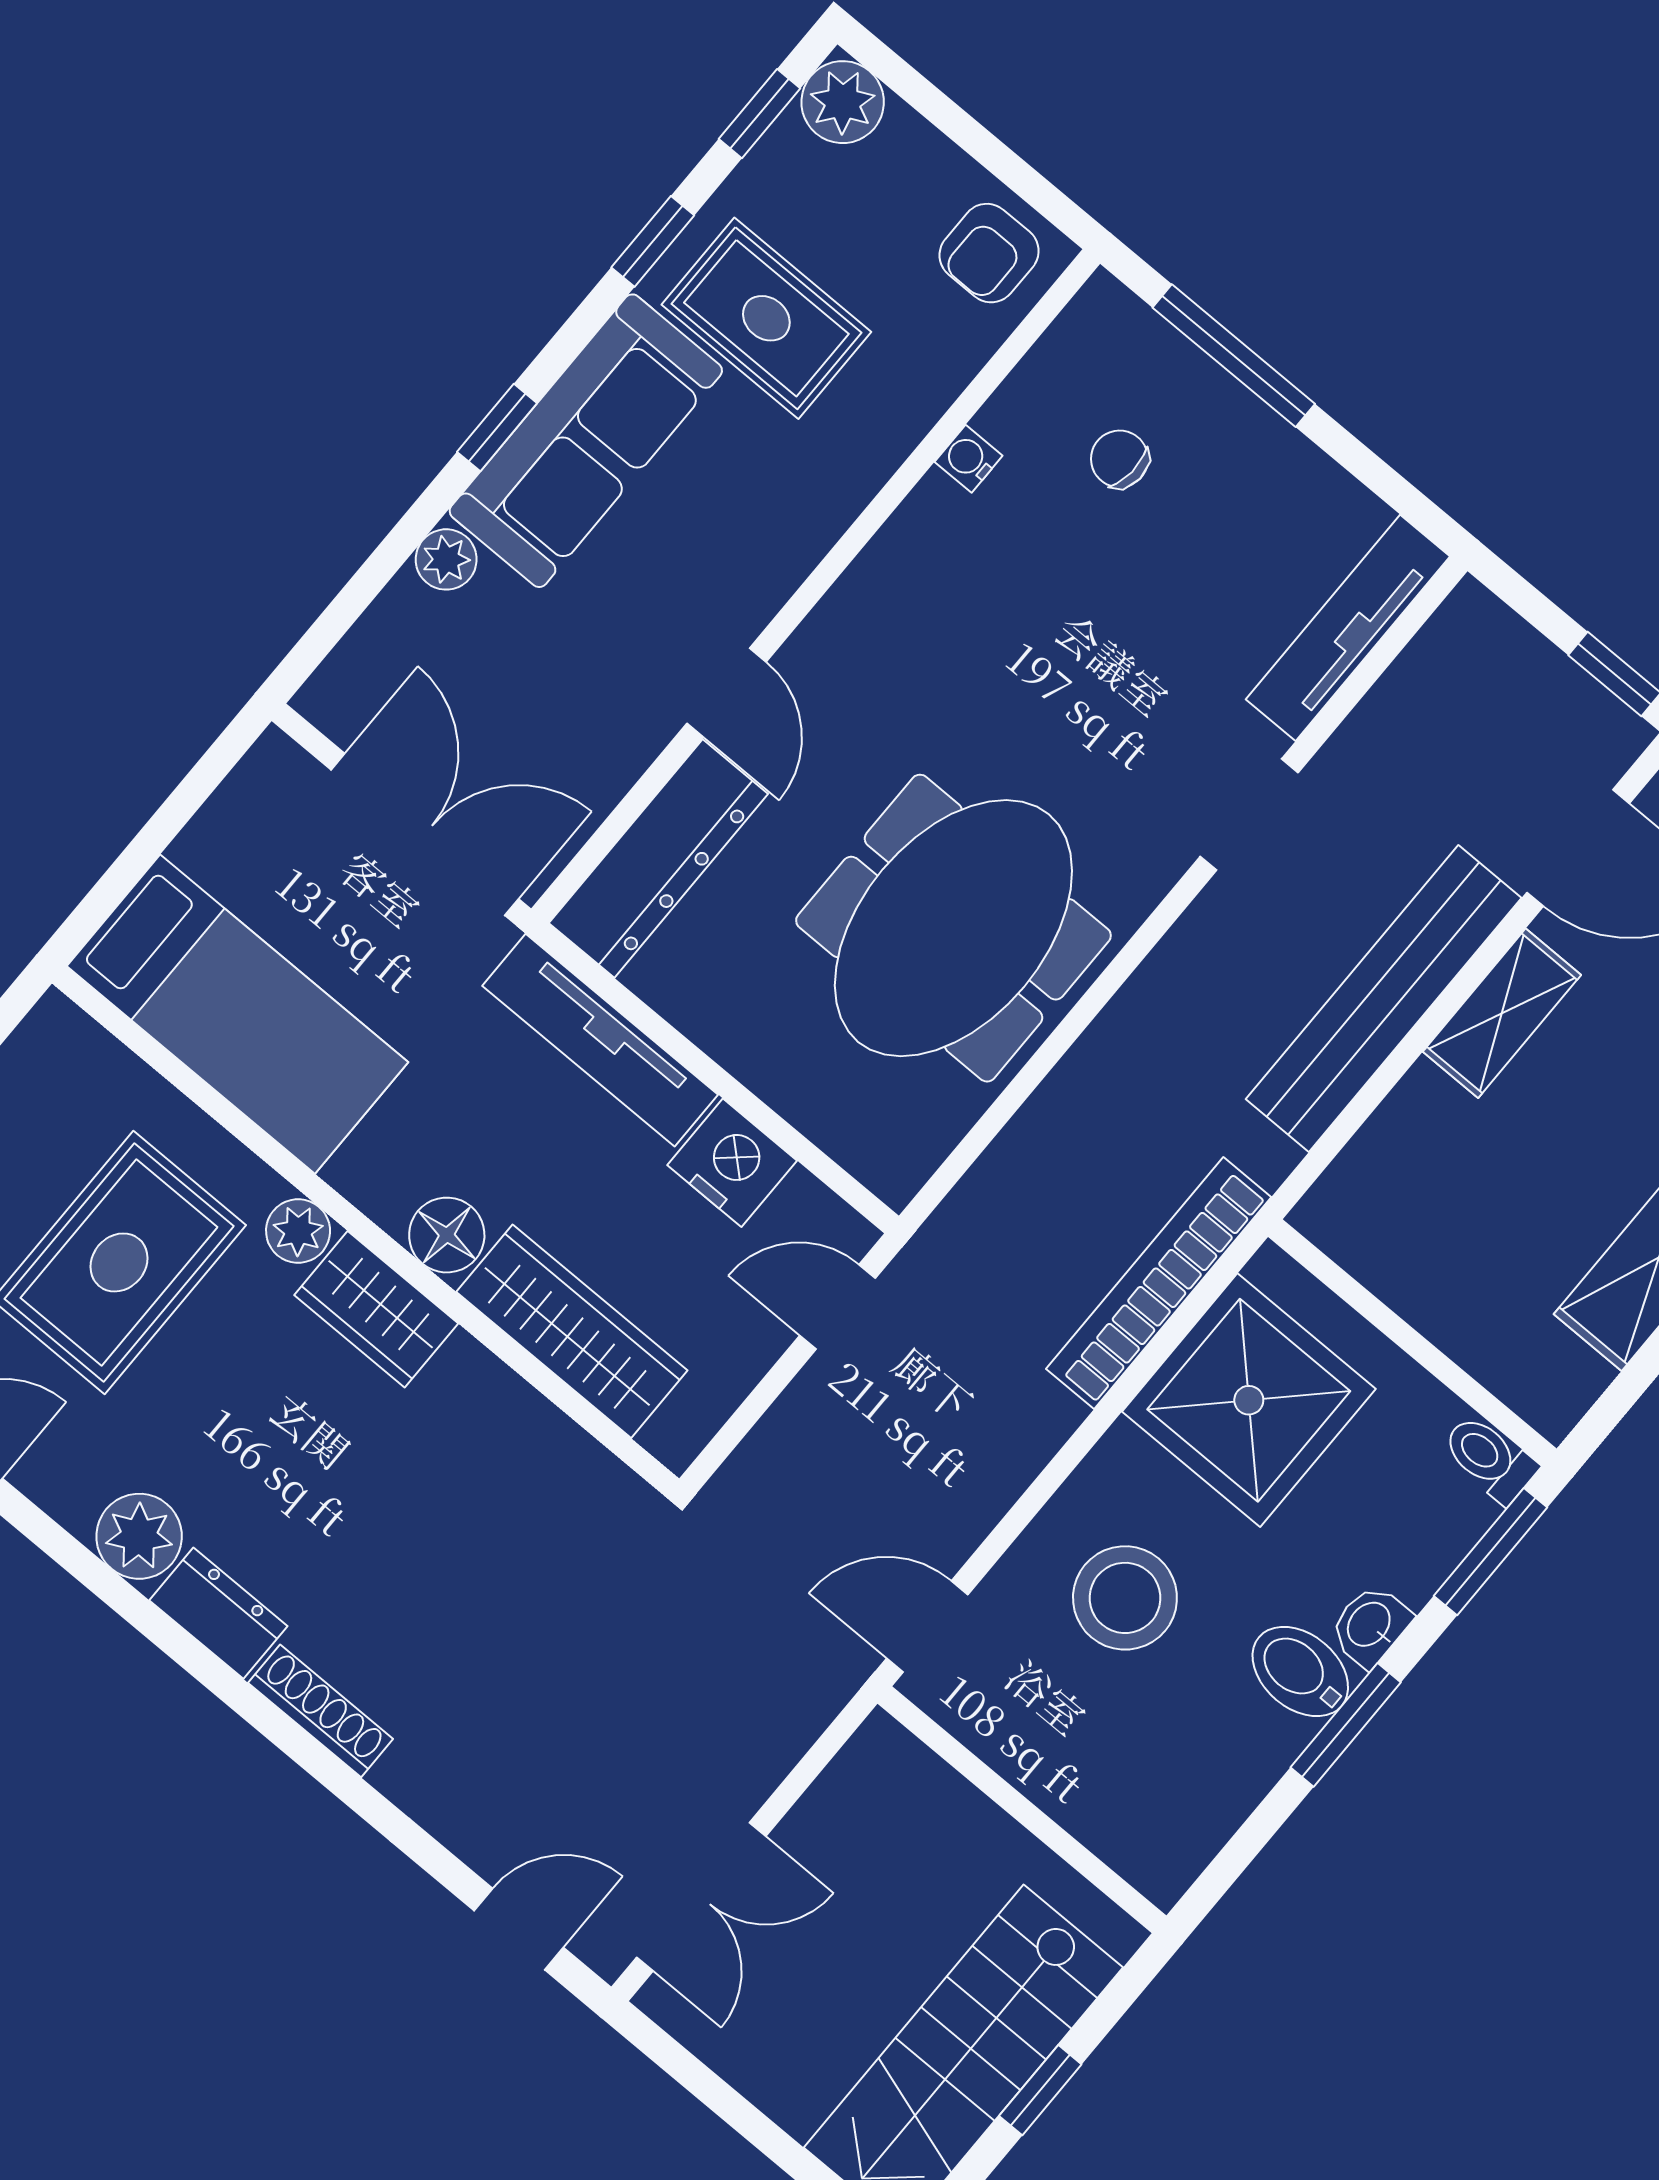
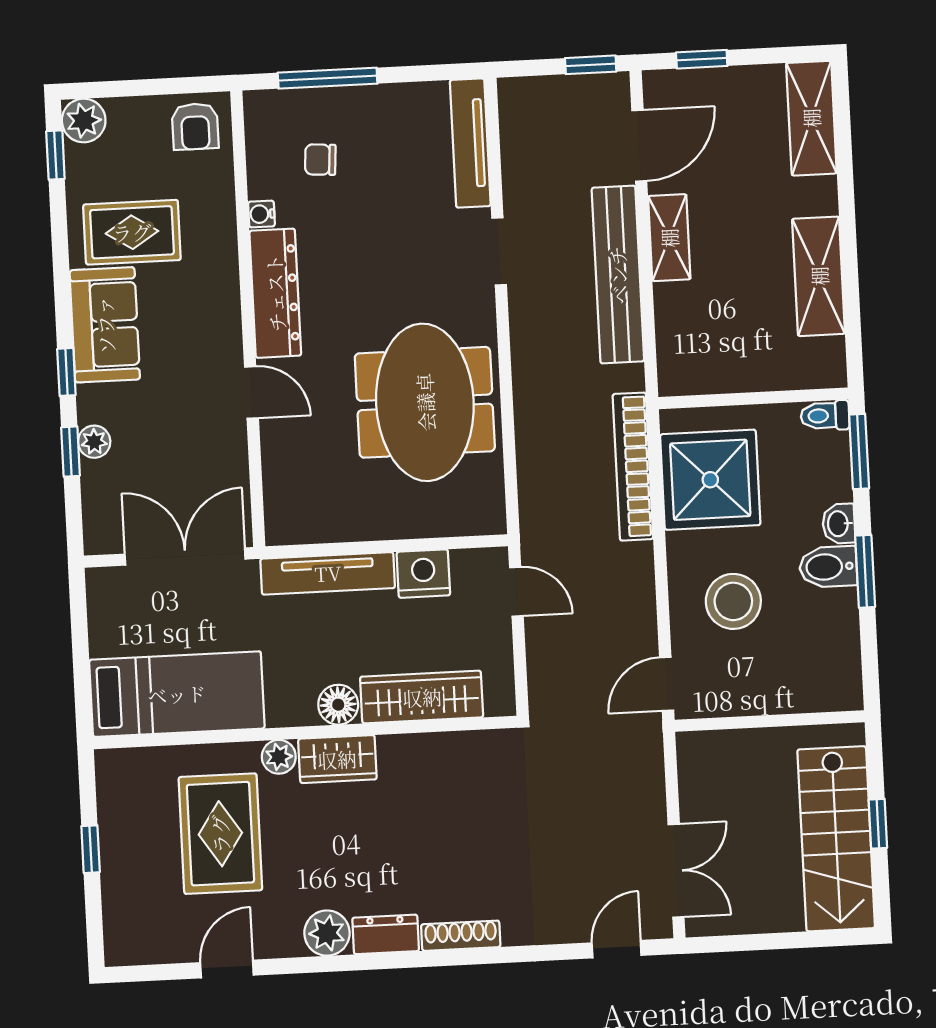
window: (653, 241) -> (70, 452), moved
sofa: (586, 441) -> (105, 325), width x0.73
dresser: (658, 859) -> (275, 293), moved
door: (838, 1307) -> (516, 592), swing flipped

